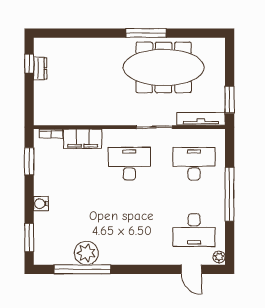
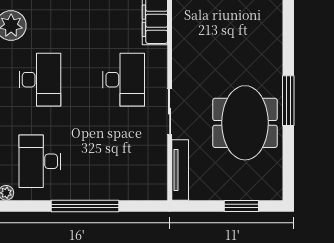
meeting table: (164, 67) -> (245, 123), width x0.73
window: (230, 100) -> (241, 206), moved
desk: (194, 164) -> (40, 80), moved

